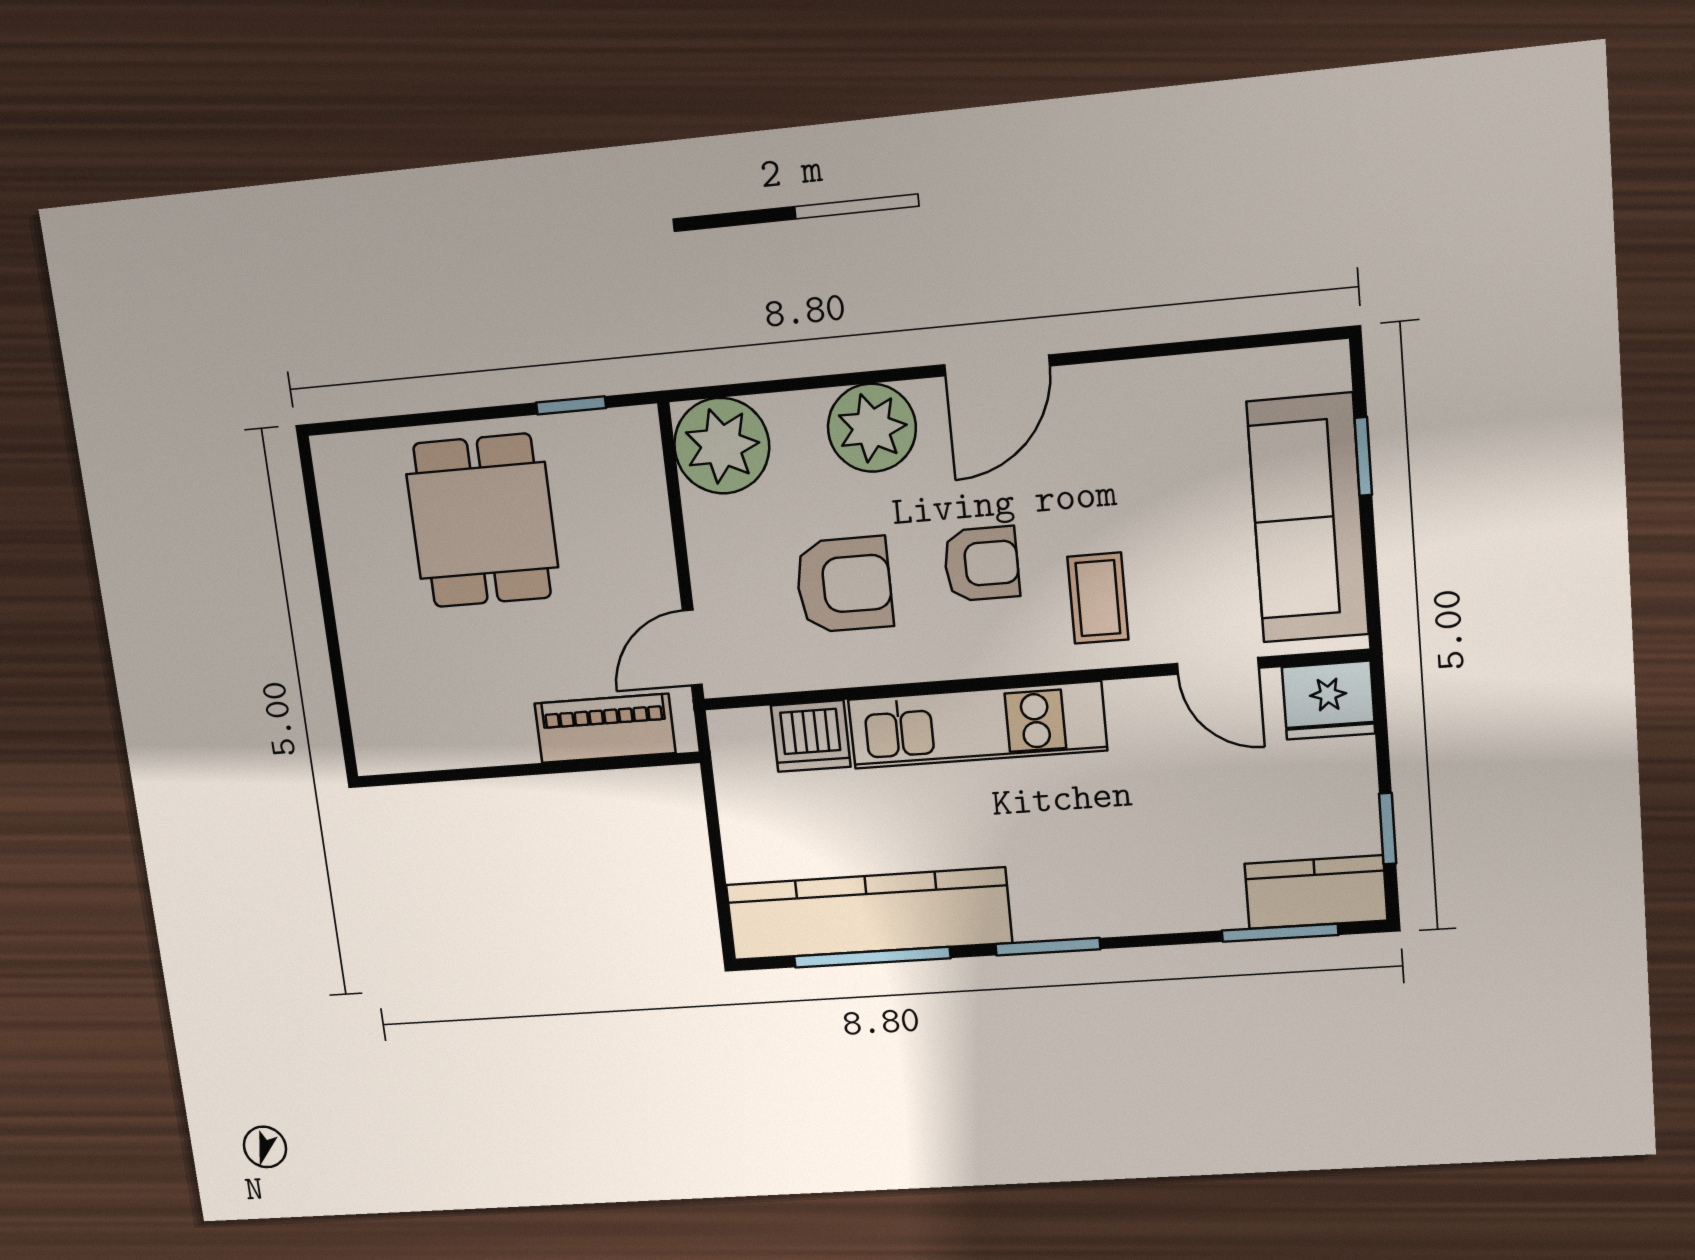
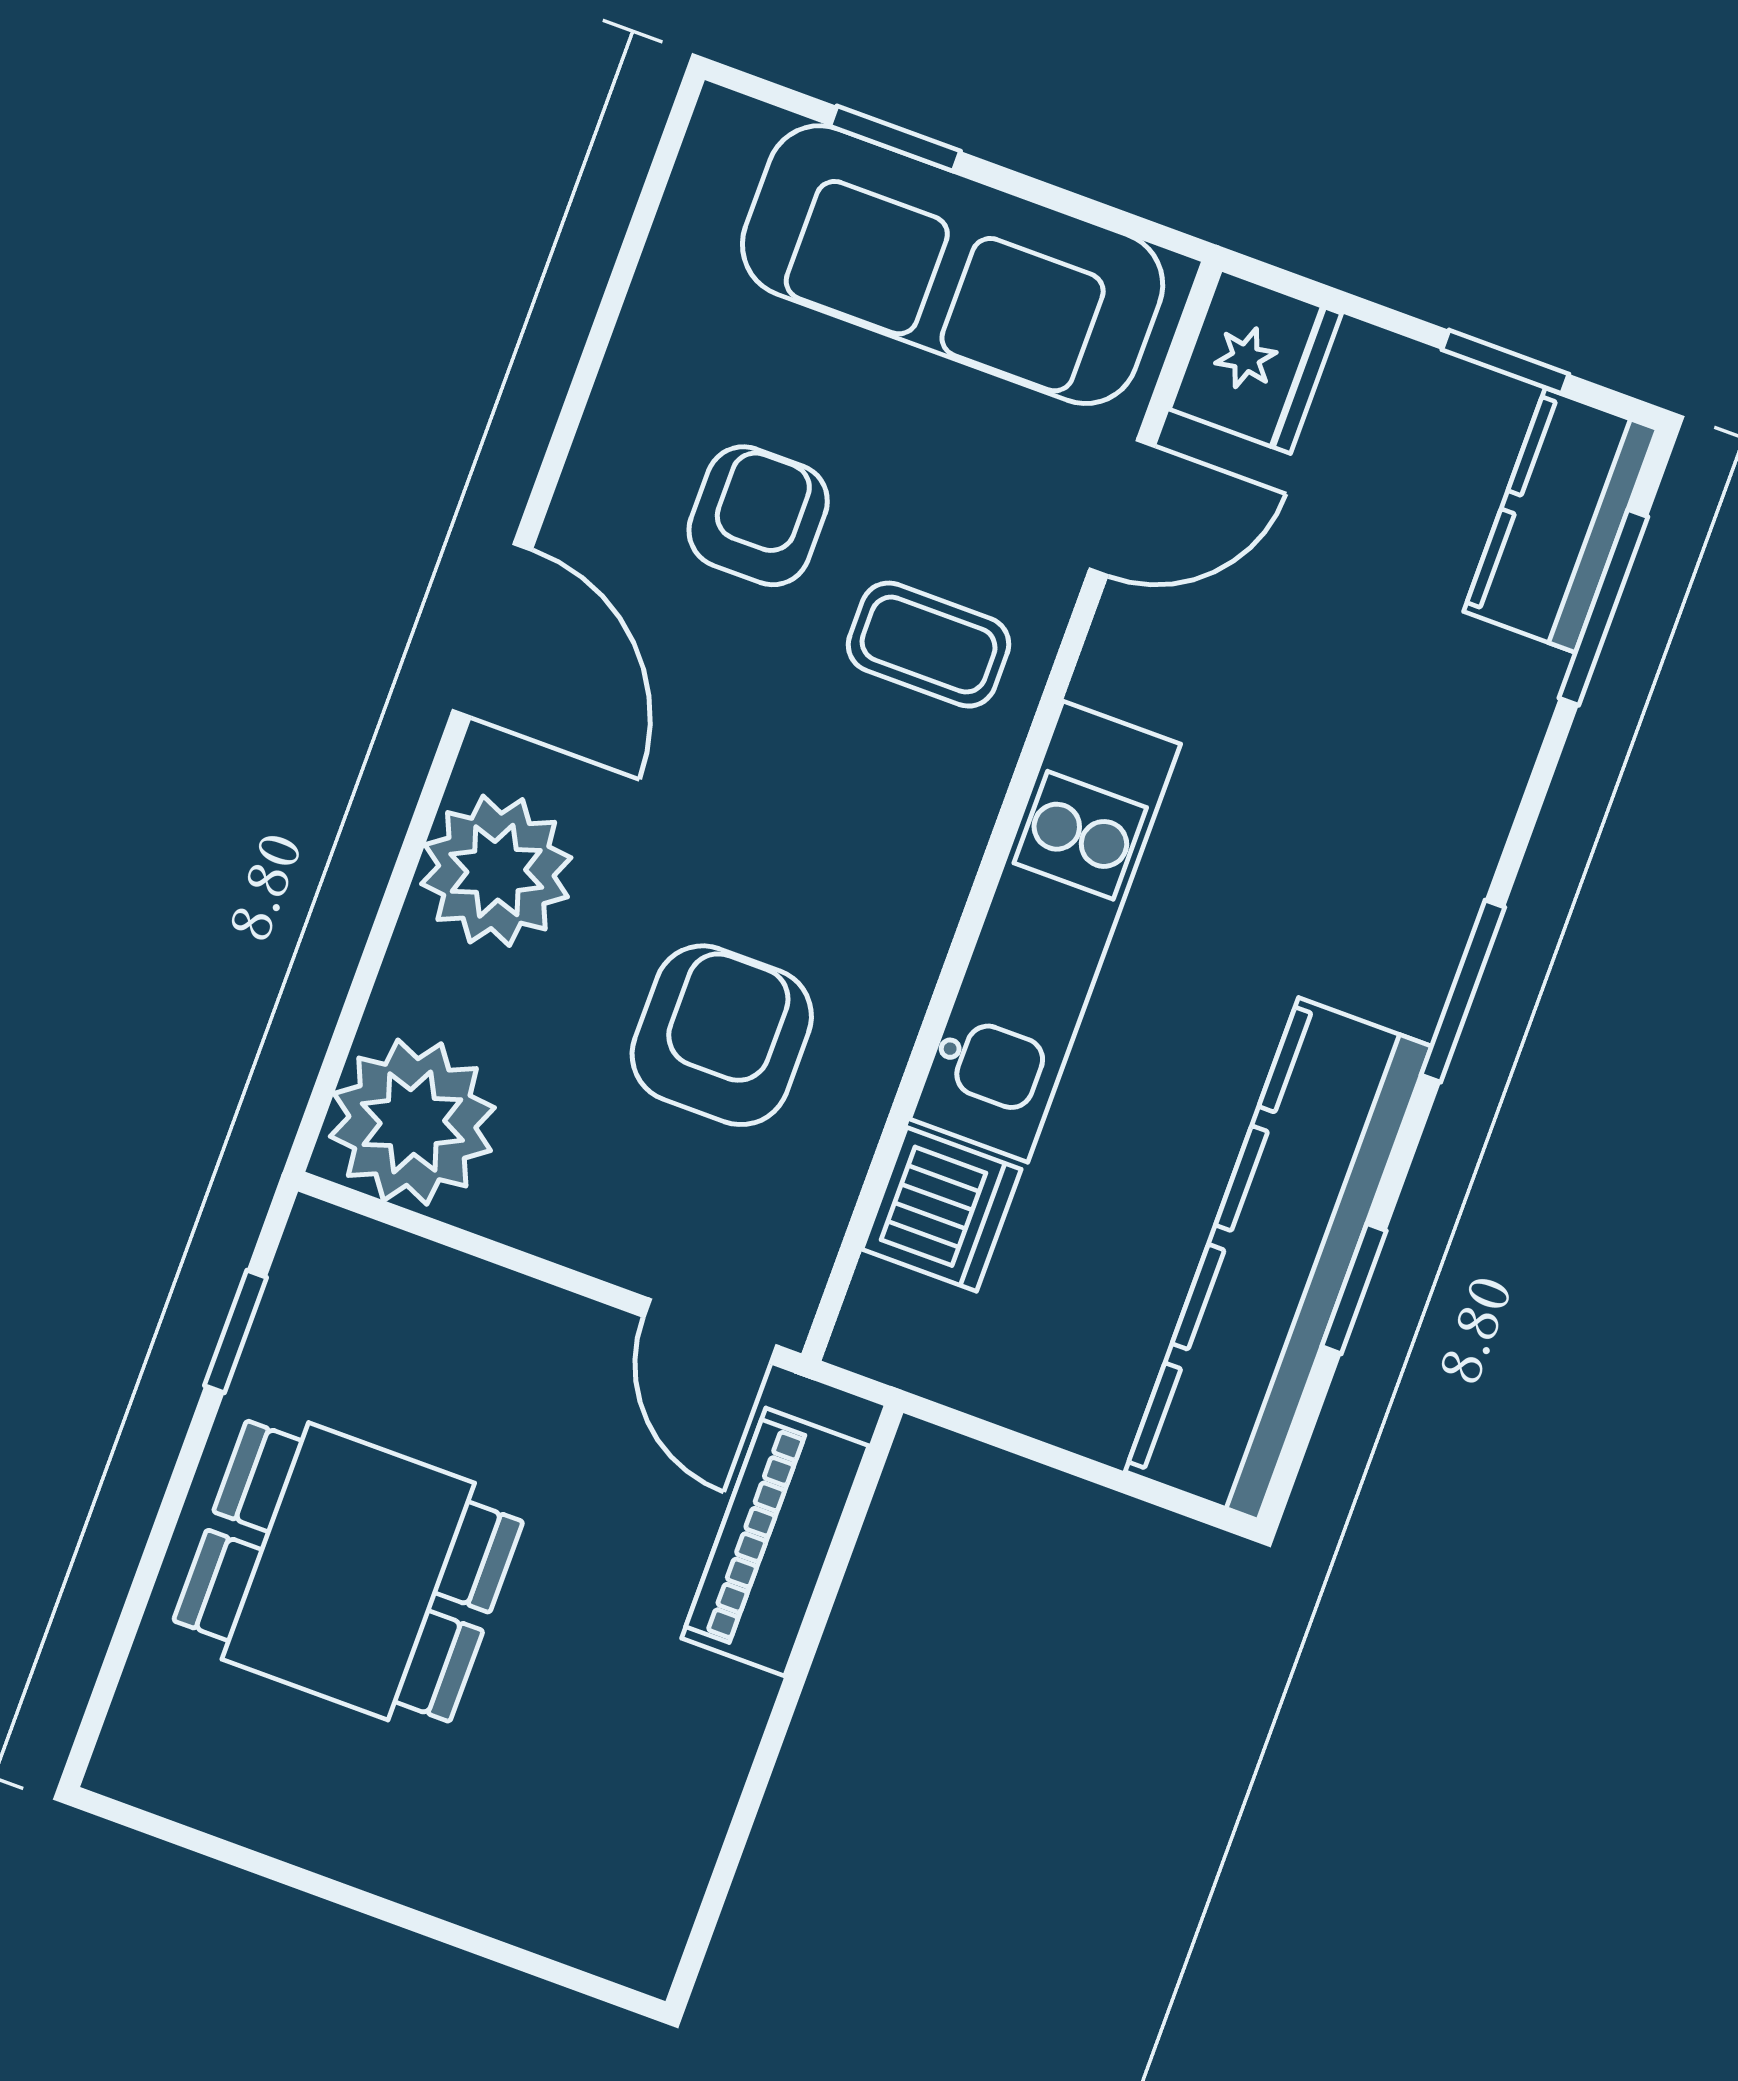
armchair: (981, 564) -> (758, 516), moved
window: (872, 957) -> (1354, 1289), width x0.46

